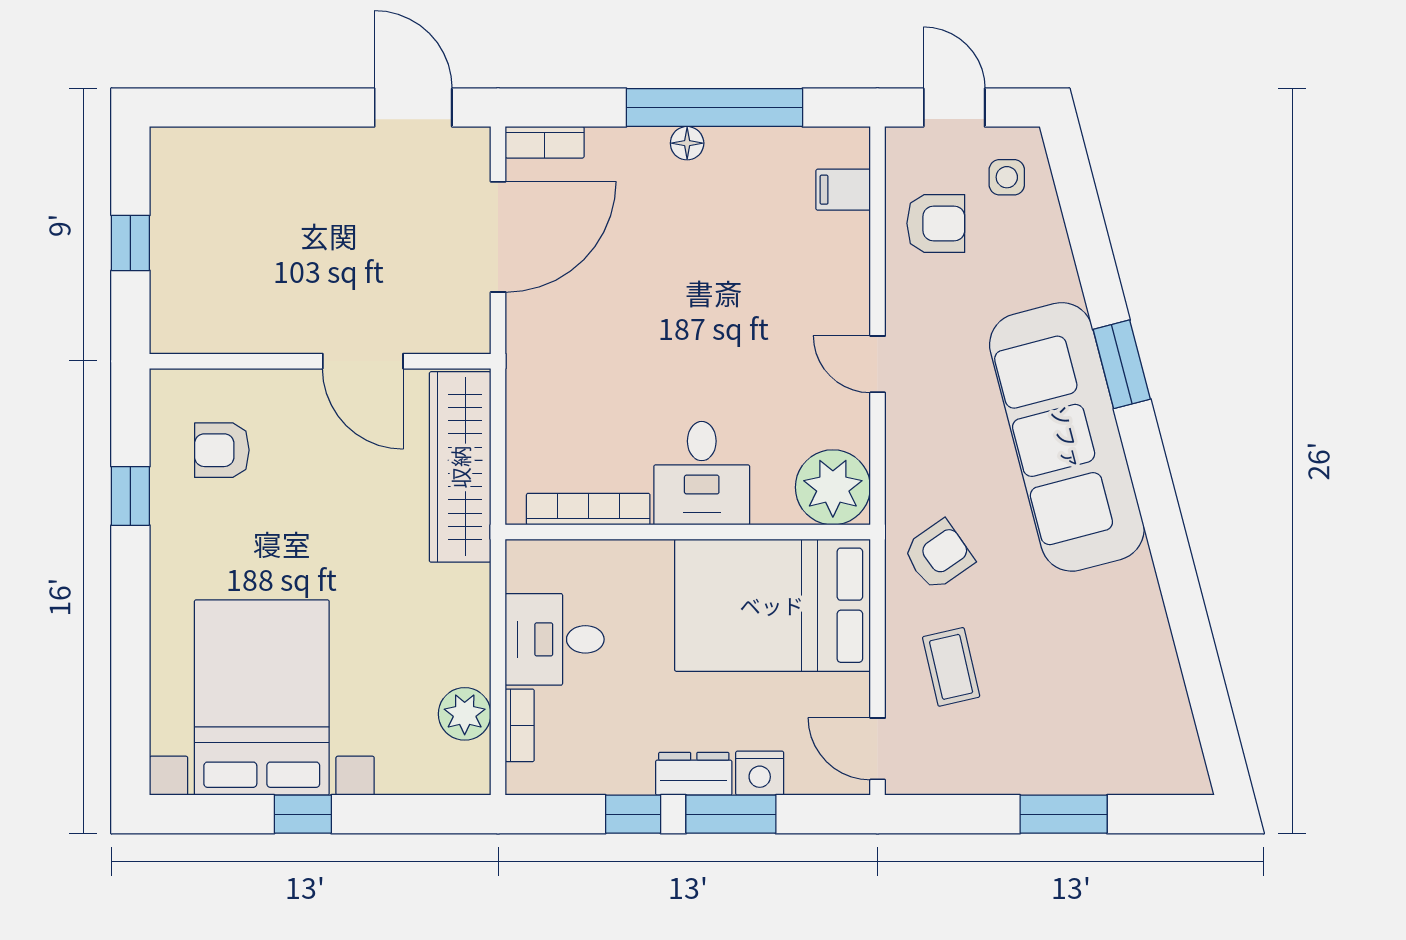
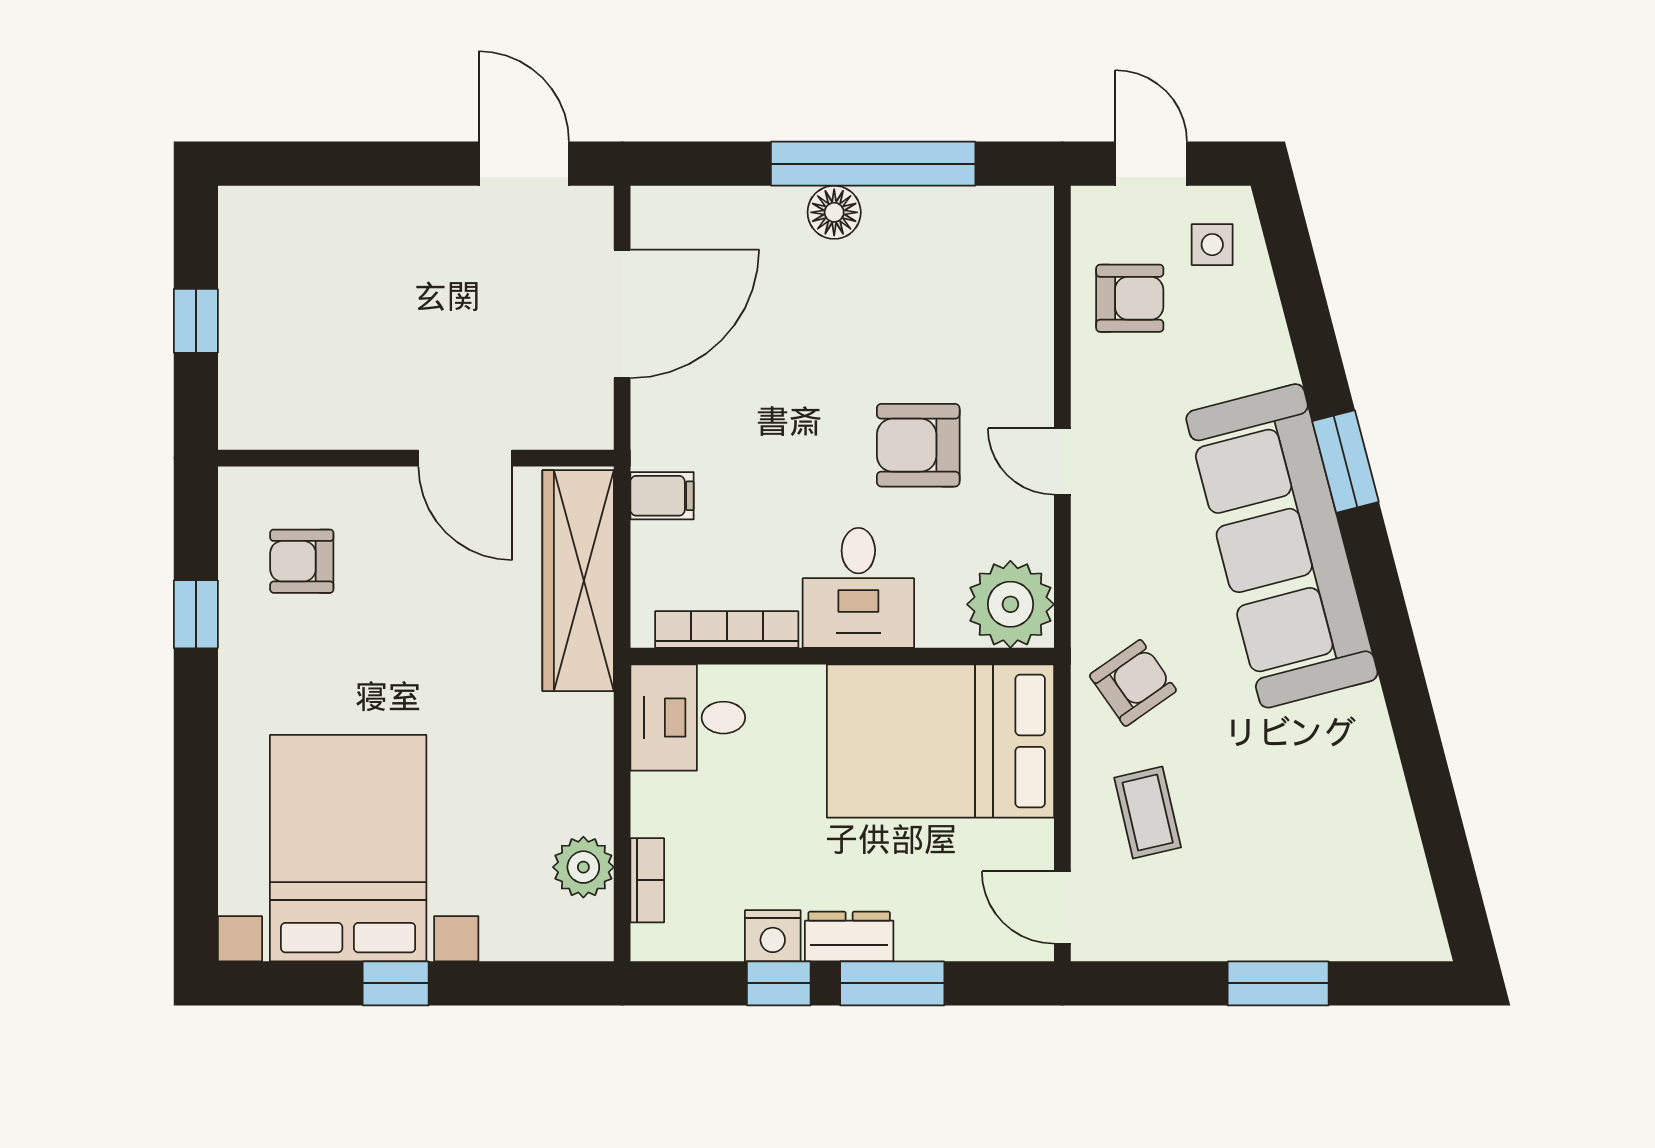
bookcase: (545, 142) -> (676, 204), removed
floor lamp: (687, 143) -> (834, 212), width x1.37, depth x1.37
filing cabinet: (843, 190) -> (662, 496), moved, turned 180
armchair: (753, 350) -> (918, 445), added
desk: (555, 639) -> (688, 718), moved
nightstand: (760, 773) -> (773, 936), moved

